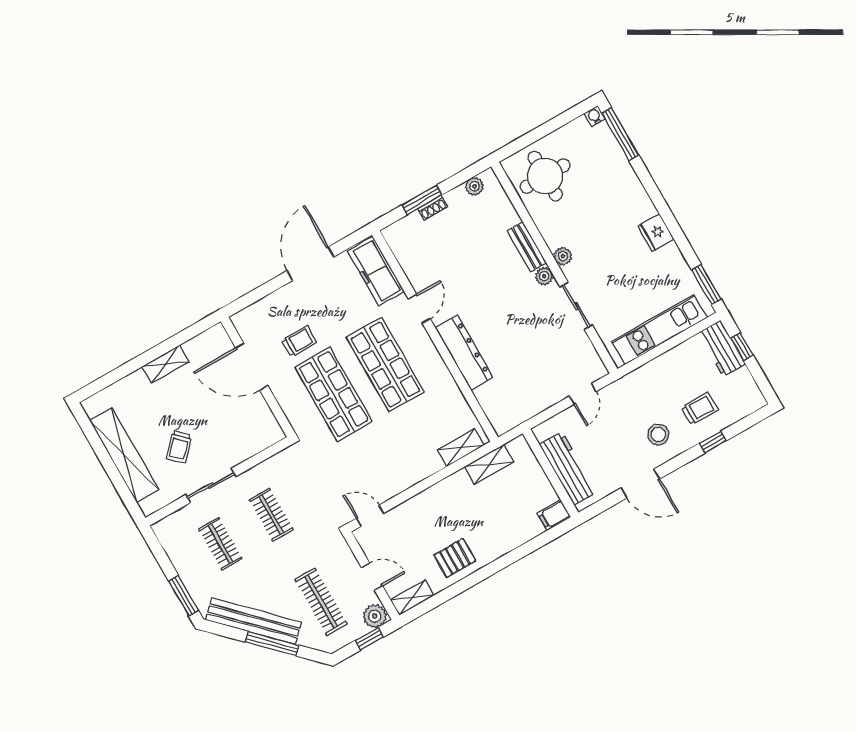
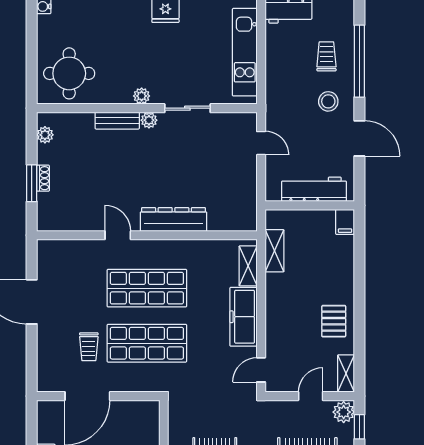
freezer: (376, 271) -> (243, 317), moved, turned 90
trolley: (299, 341) -> (89, 347), turned 180
window: (713, 442) -> (359, 61), width x3.17
door: (640, 484) -> (359, 138), hinge flipped

